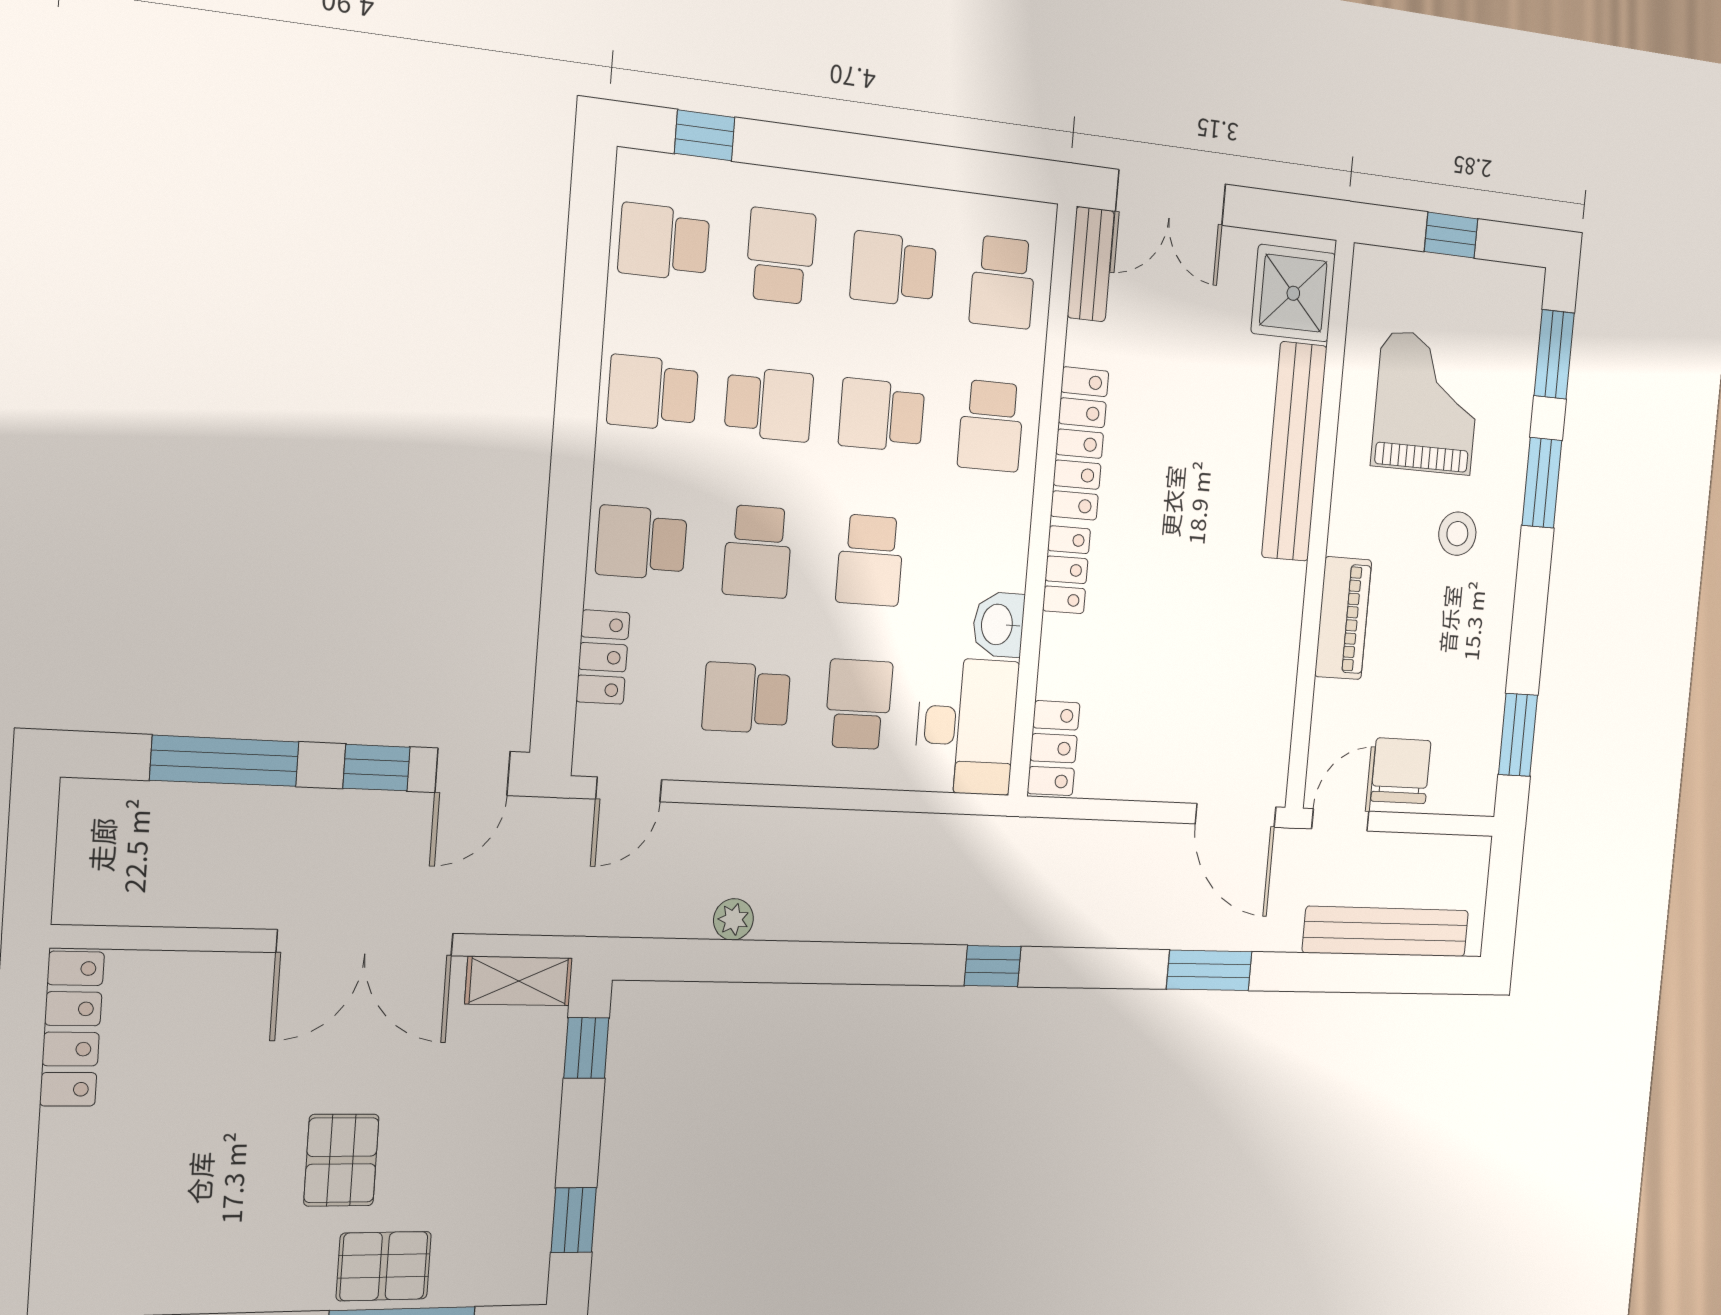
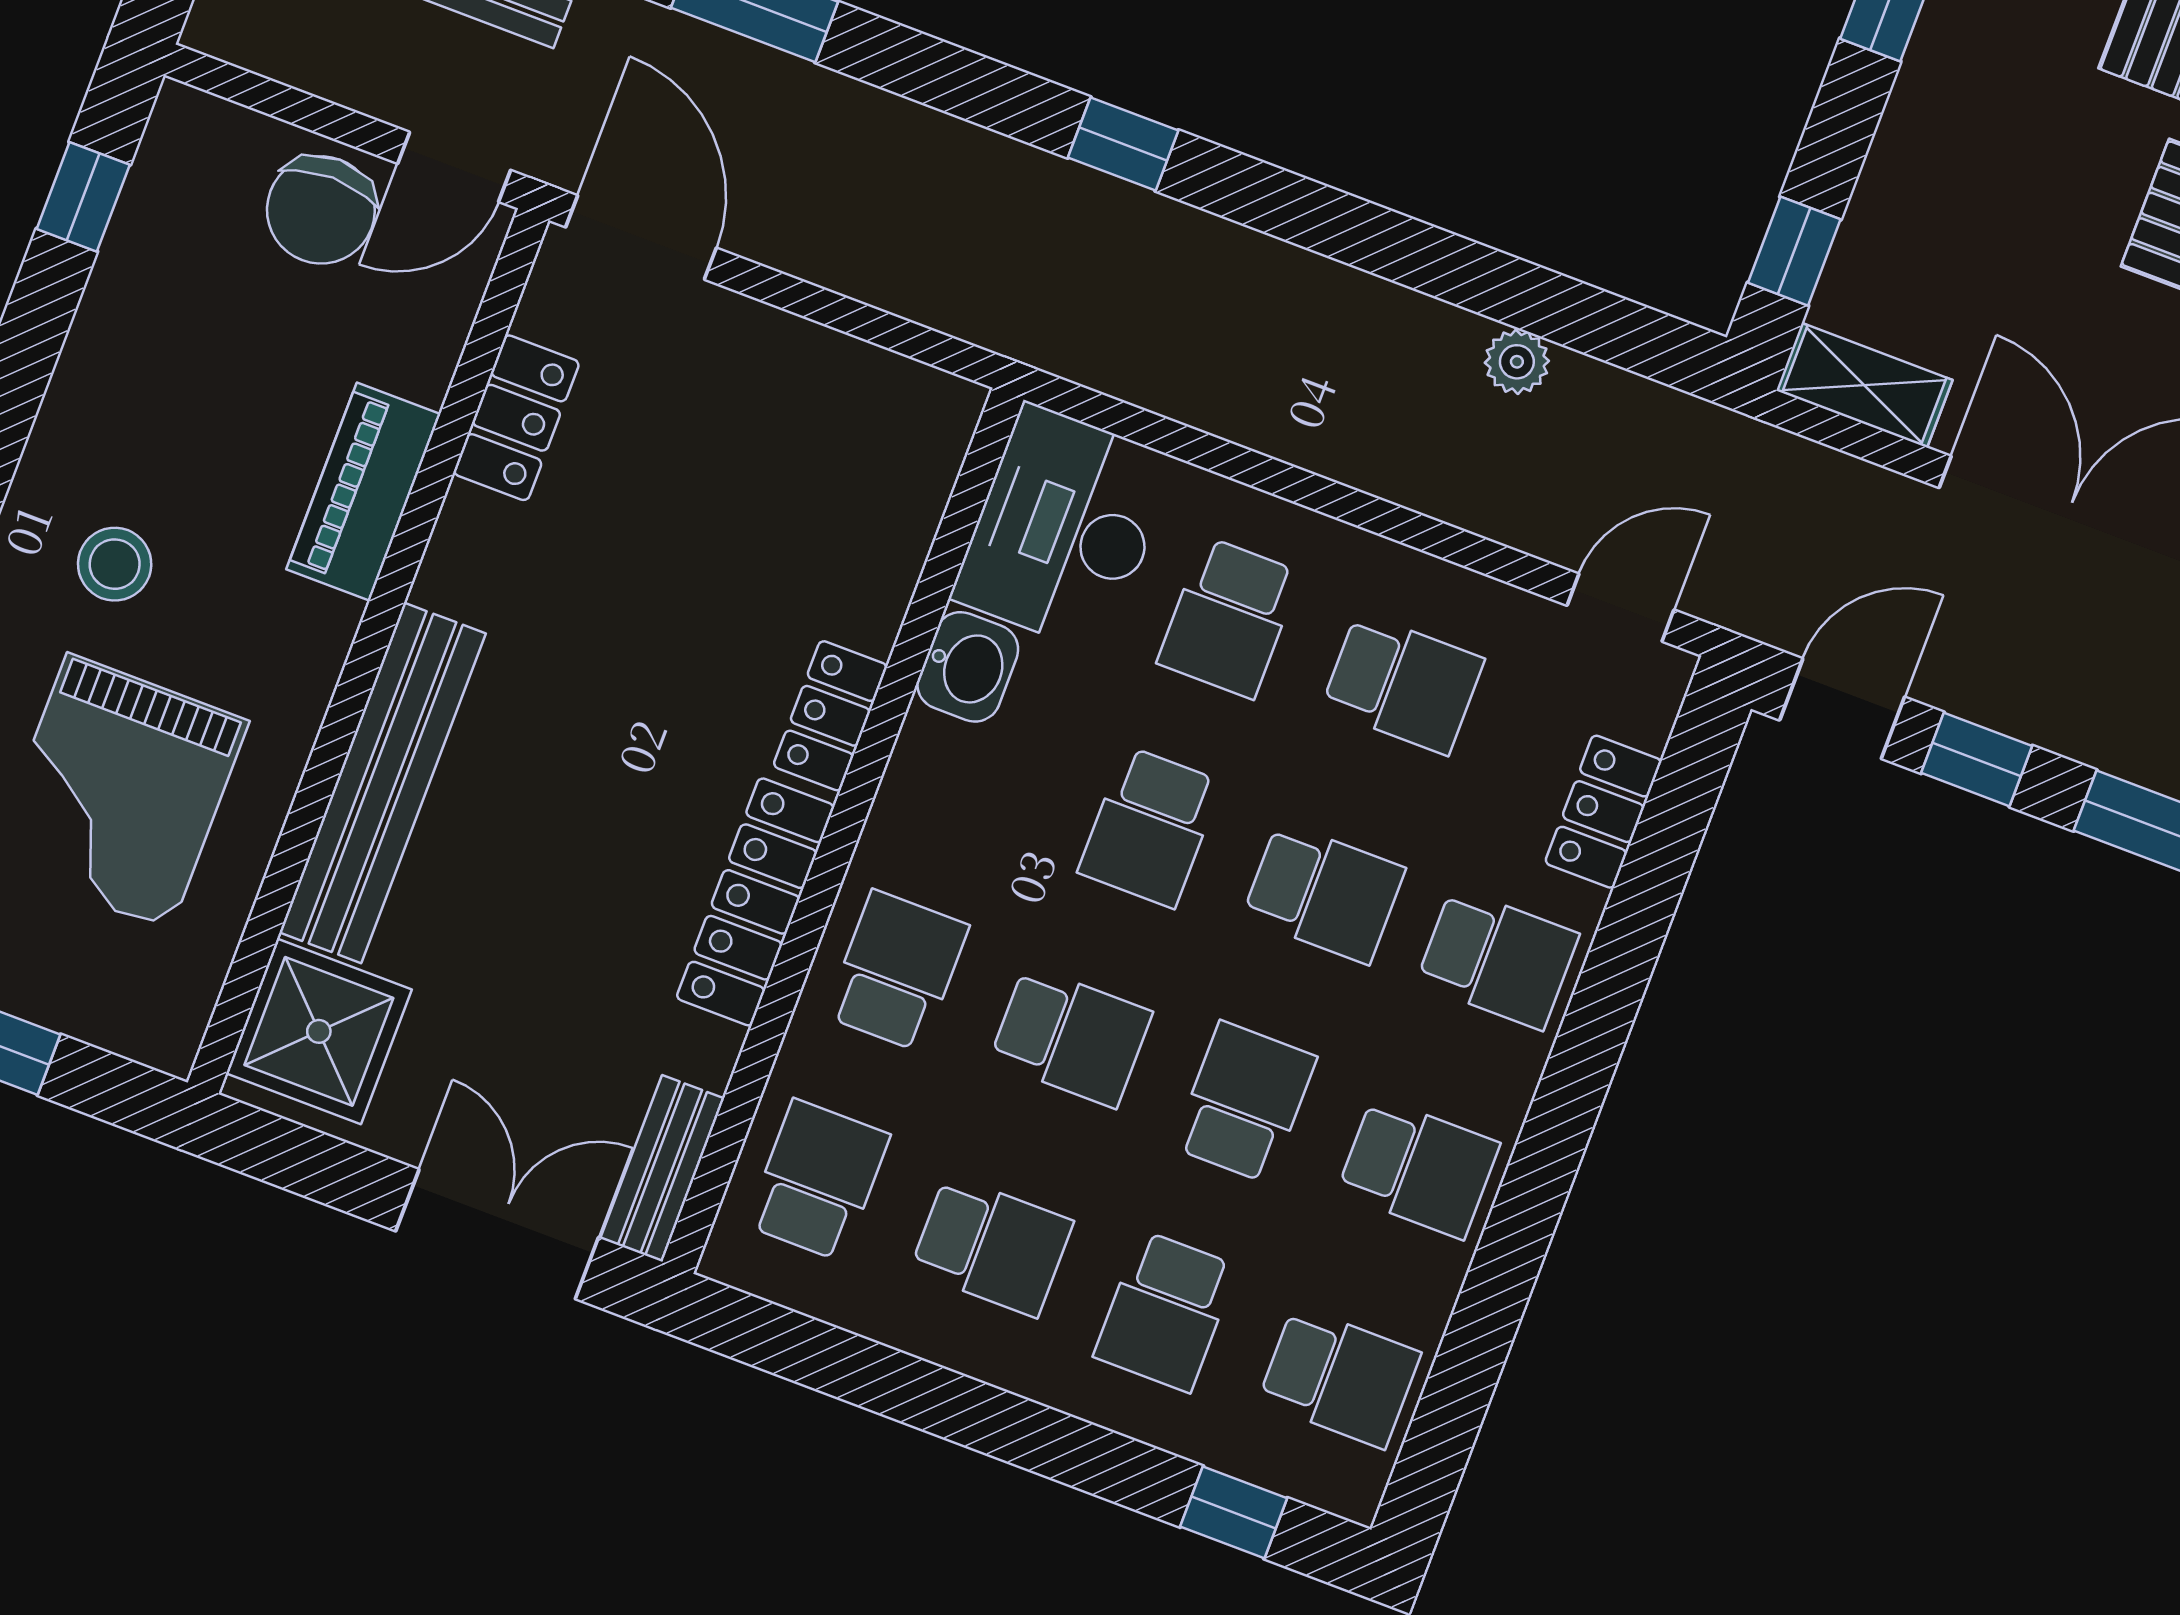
school desk: (769, 404) -> (1245, 1102), turned 90
school desk: (758, 552) -> (1324, 893), turned 90
school desk: (870, 560) -> (1150, 827), turned 180
window: (1518, 735) -> (83, 197), width x0.67
locker: (1054, 748) -> (516, 418), moved, turned 180

